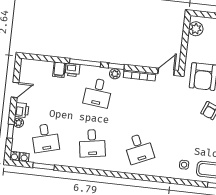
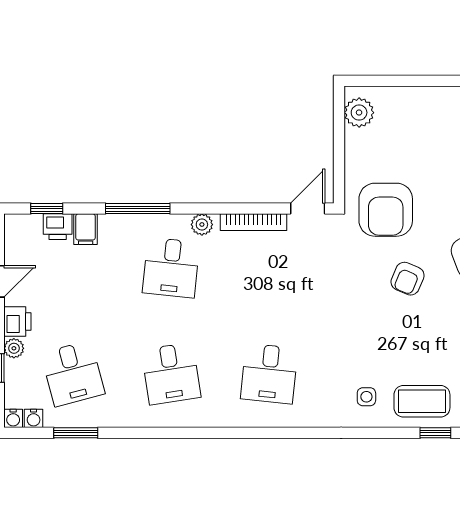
window: (116, 66) -> (47, 209), moved
printer: (73, 70) -> (58, 227), moved
desk: (139, 148) -> (269, 374), turned 30

